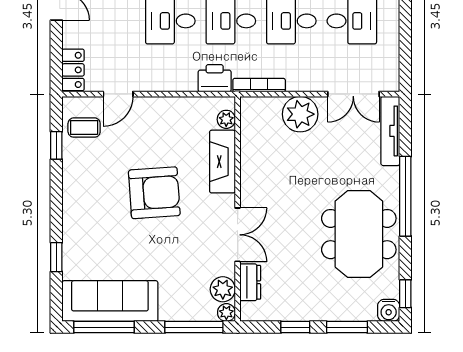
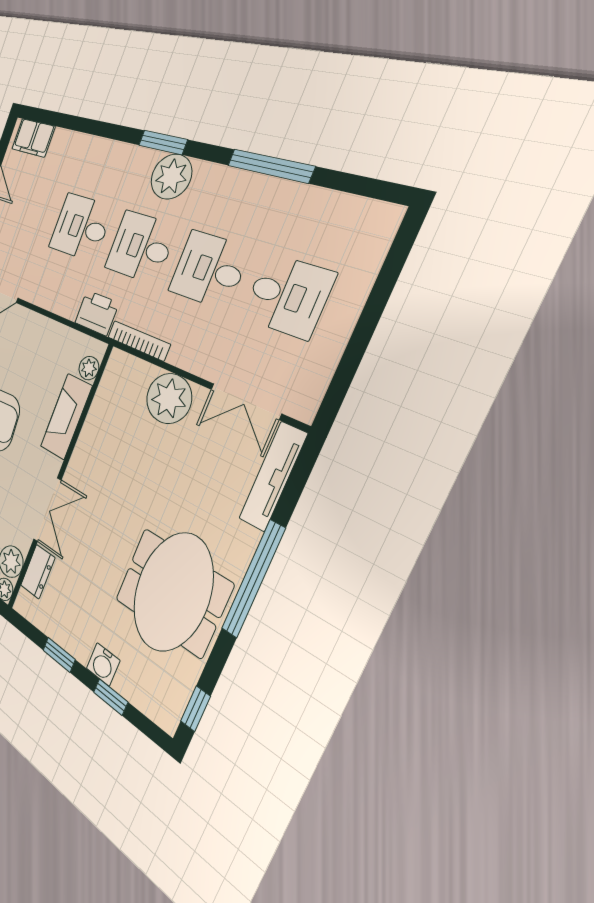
water cooler: (389, 310) -> (103, 664), moved
window: (347, 327) -> (111, 697), width x0.67

